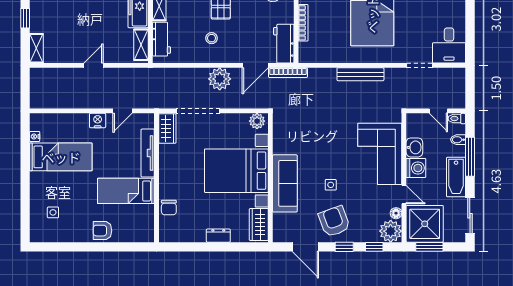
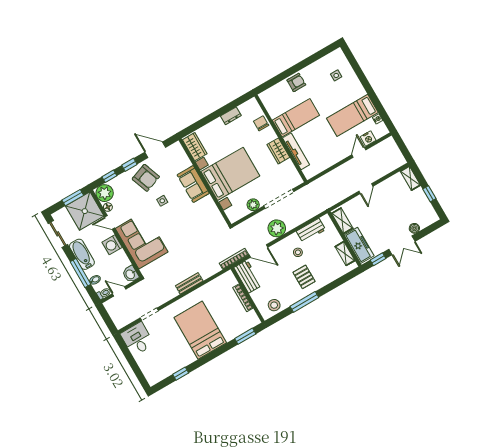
workbench: (162, 39) -> (311, 230), moved, turned -90
door: (255, 65) -> (258, 251), swing flipped
bench: (360, 74) -> (189, 283), width x0.73
door: (123, 111) -> (359, 152), moved
nightstand: (98, 121) -> (368, 139), moved
plant: (257, 121) -> (253, 205), moved
wardrobe: (167, 129) -> (278, 151), moved
washbasin: (414, 147) -> (130, 274), moved
sofa: (285, 183) -> (193, 184), width x0.73
dresser: (218, 236) -> (231, 116), moved

